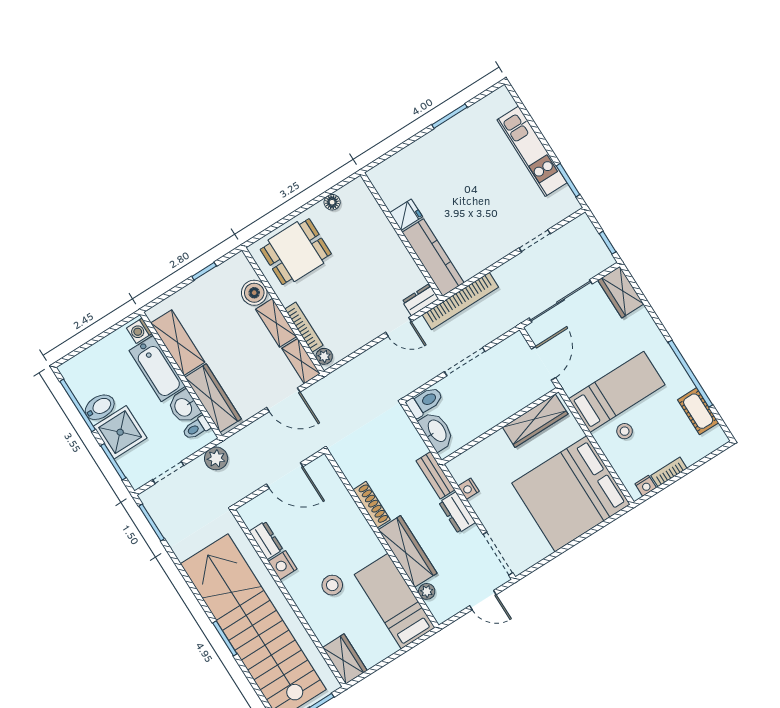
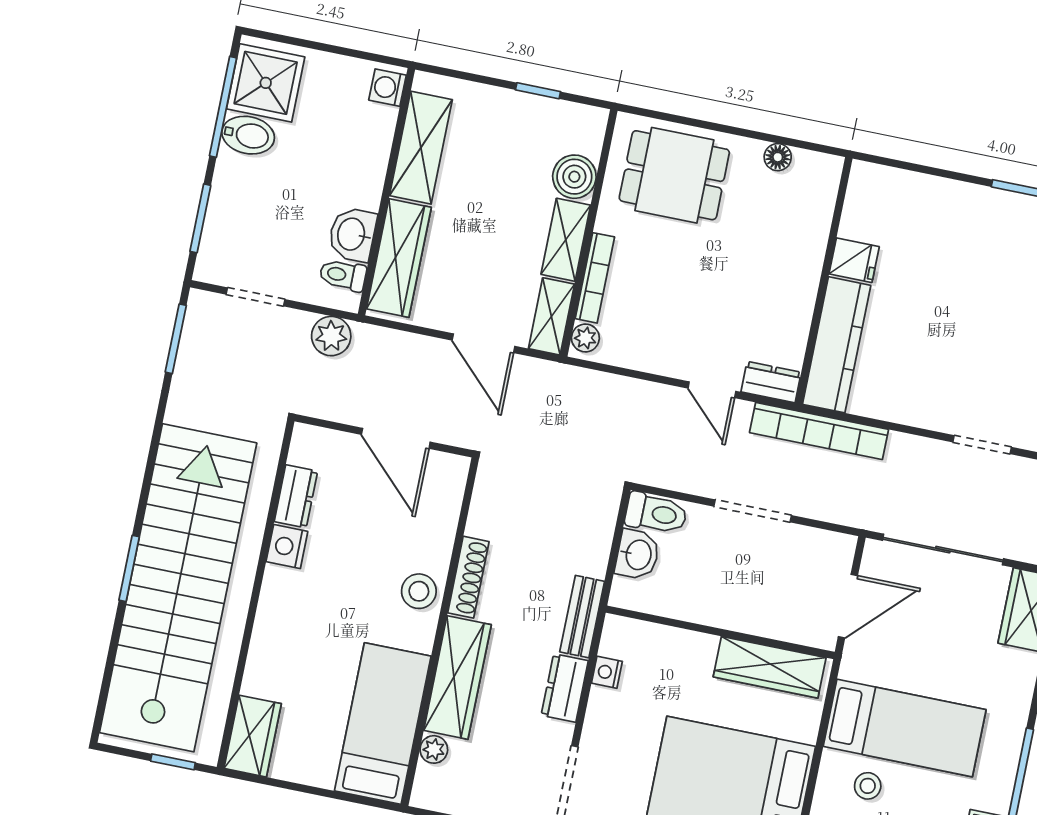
bathtub: (157, 368) -> (365, 155), removed
washbasin: (437, 431) -> (637, 555), width x0.72
shower: (120, 432) -> (266, 83), moved
stool: (332, 585) -> (419, 591), moved

